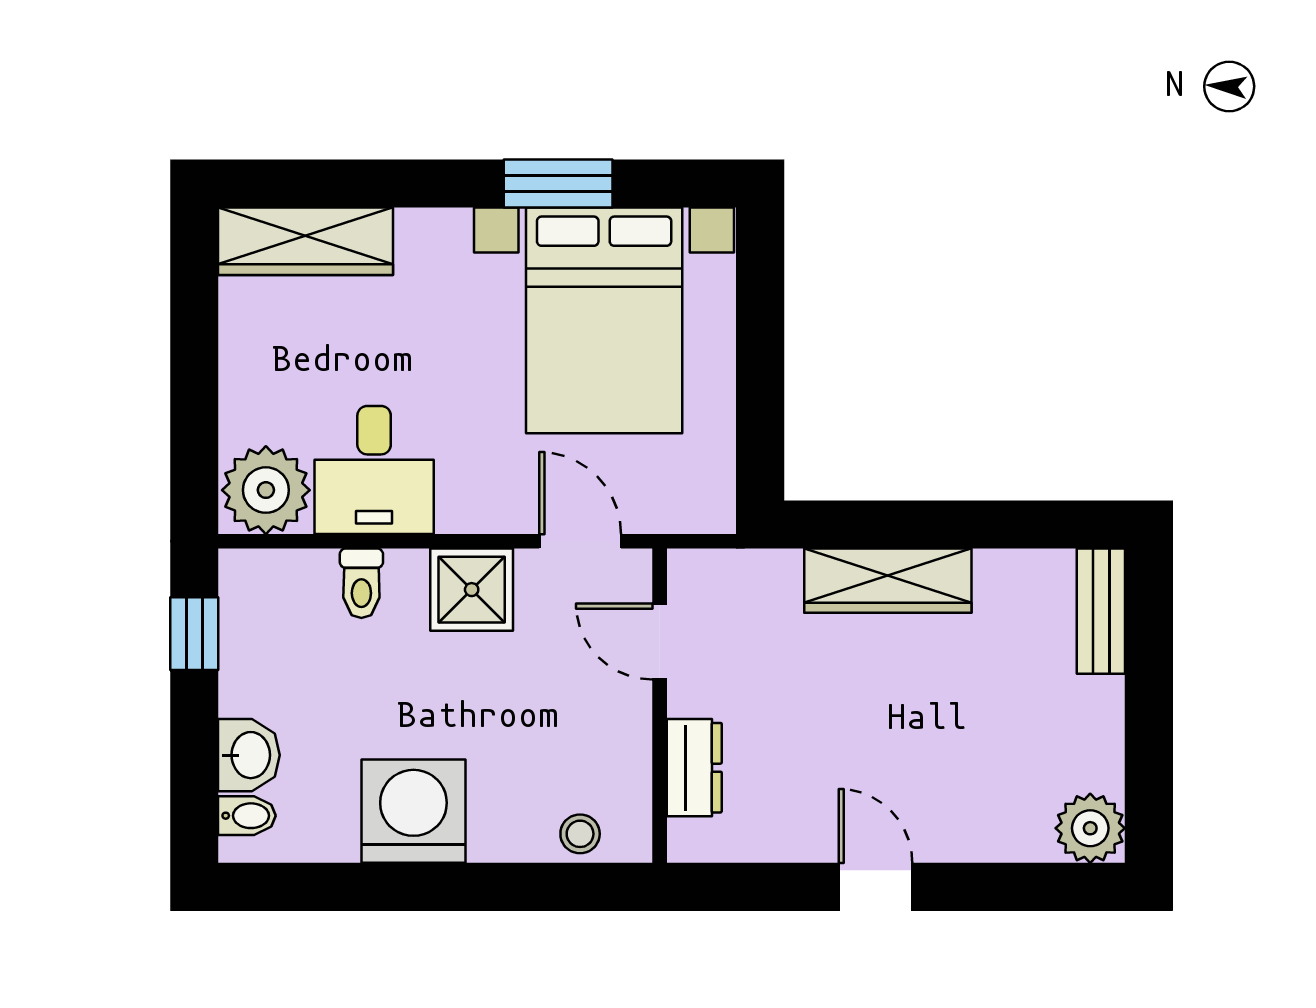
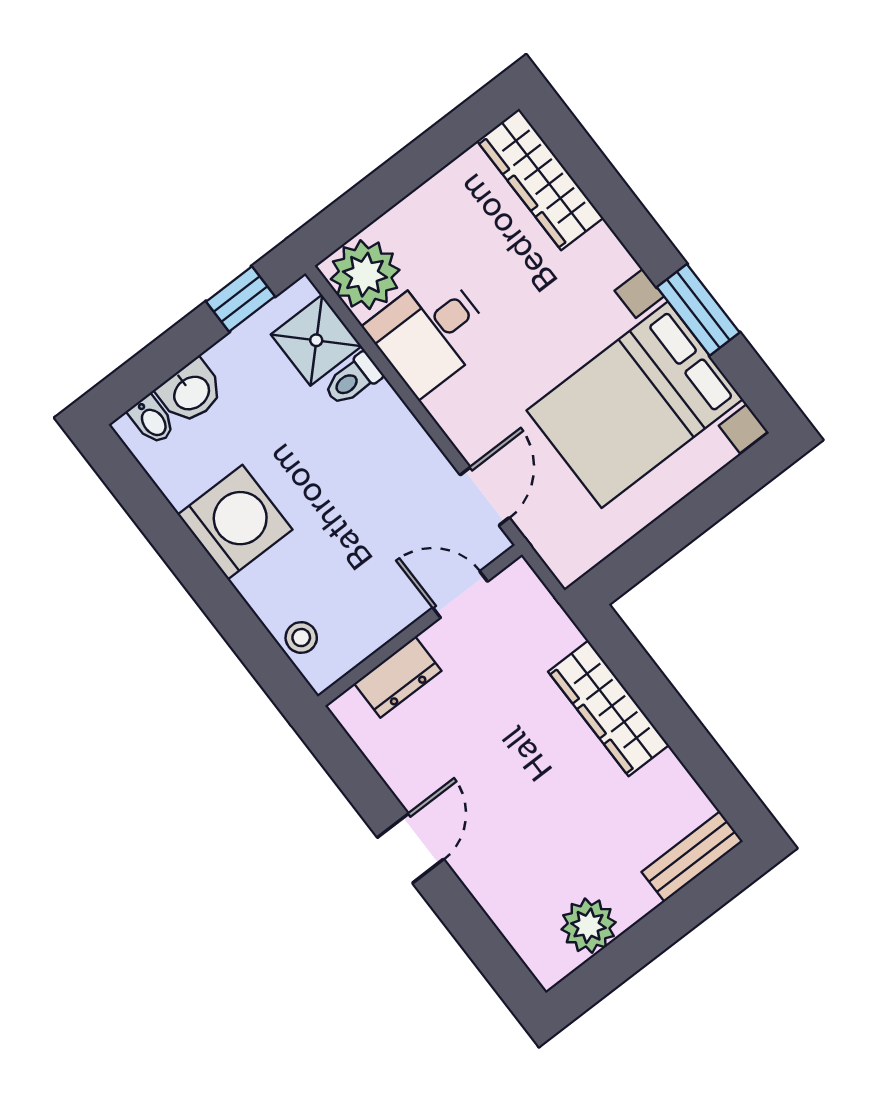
shower: (472, 590) -> (316, 340), moved
door: (660, 642) -> (460, 595), hinge flipped
plant: (1090, 828) -> (589, 926), moved

